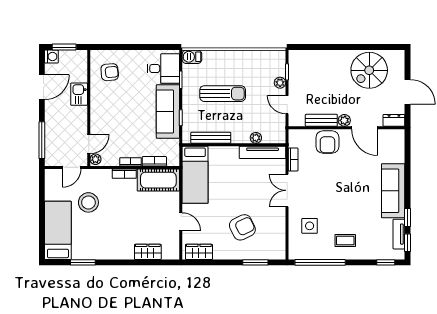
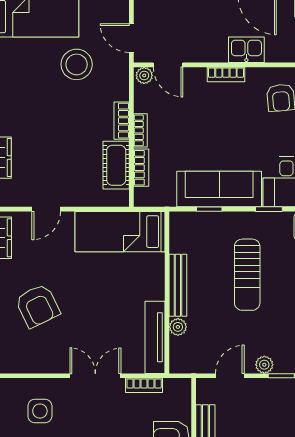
bookcase: (95, 107) -> (226, 75), added
bench: (211, 138) -> (178, 285), moved
cot: (158, 180) -> (116, 165), width x0.73, depth x0.75

